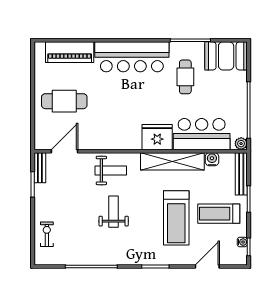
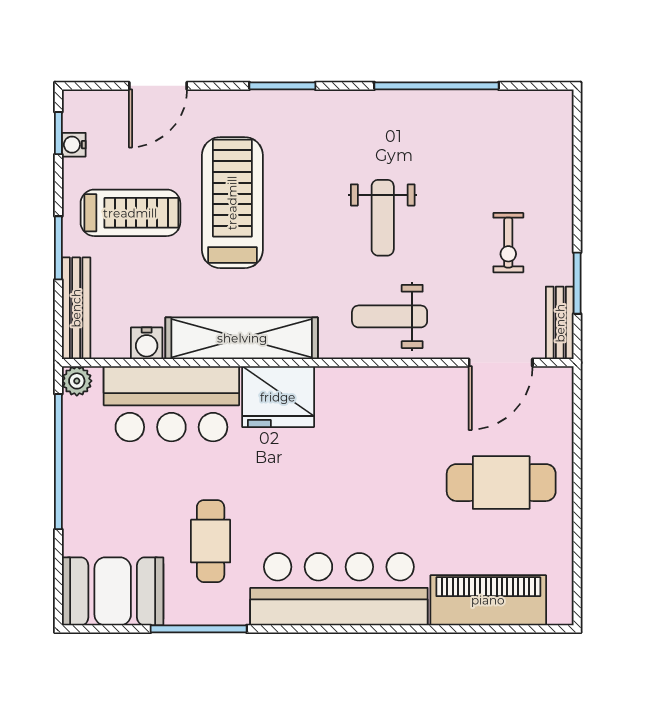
exercise bike: (47, 234) -> (508, 243), moved

